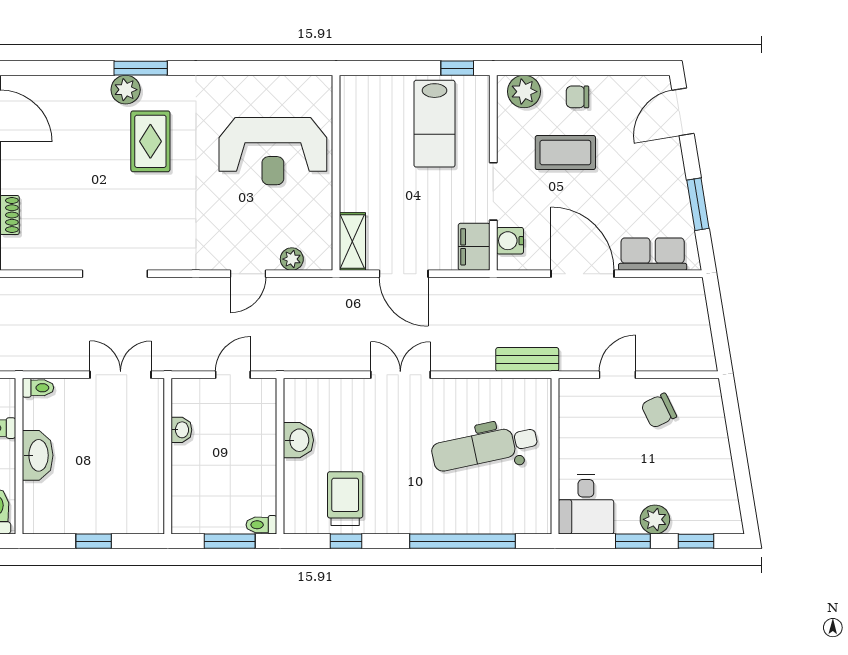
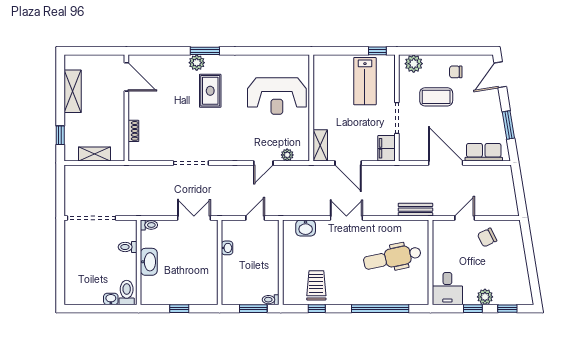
chair: (577, 97) -> (456, 72), moved
water cooler: (510, 241) -> (406, 145), removed
washbasin: (298, 440) -> (306, 228), moved, turned 90

